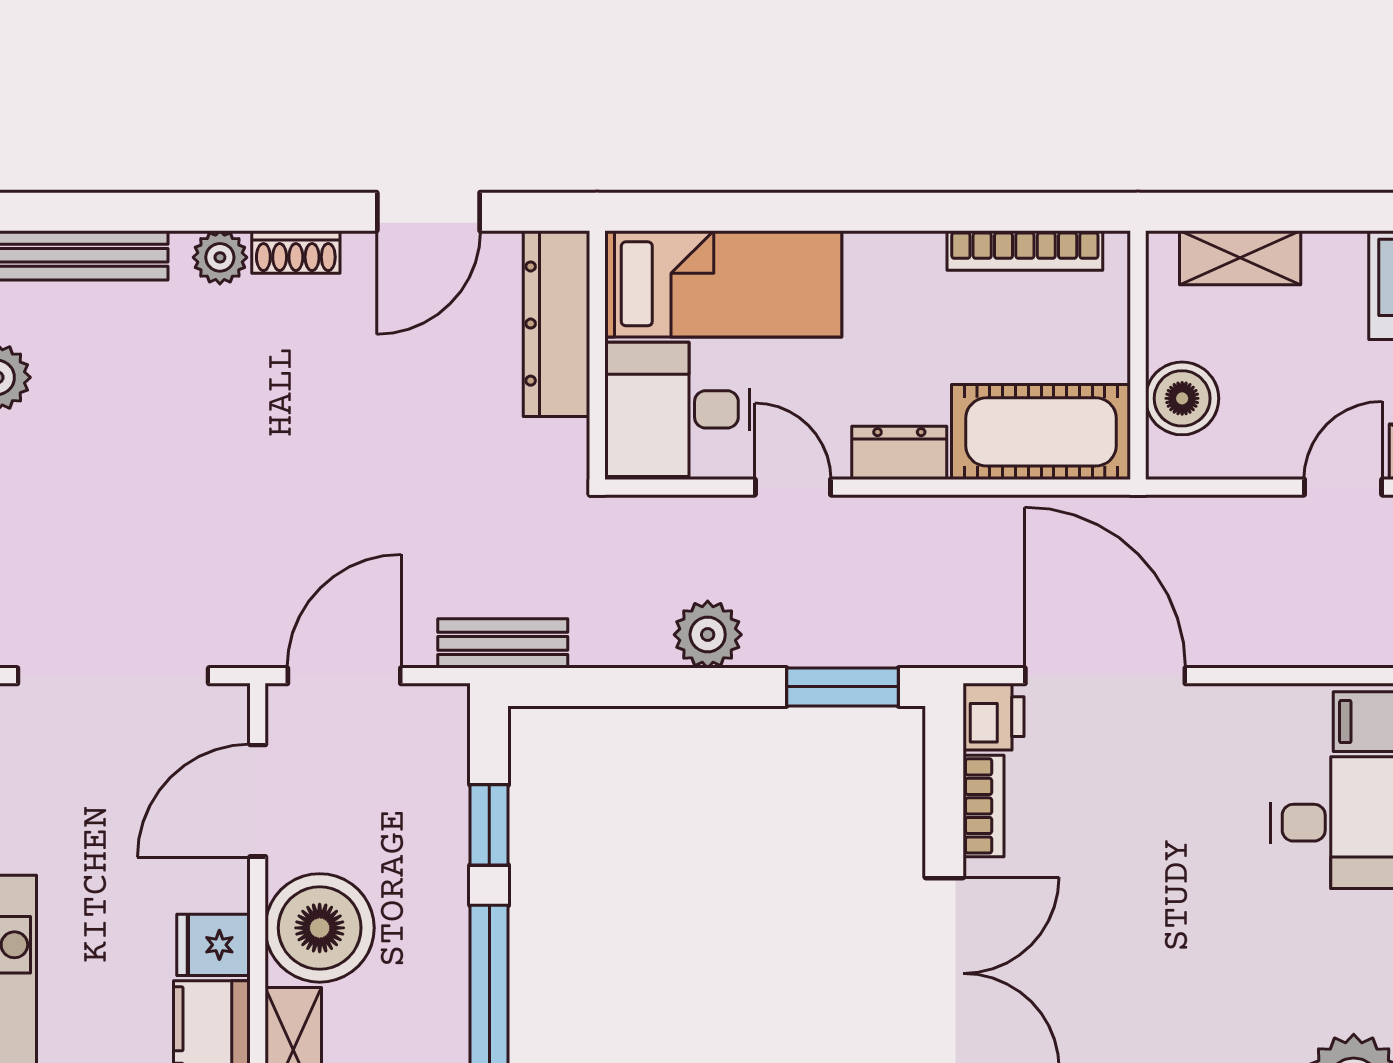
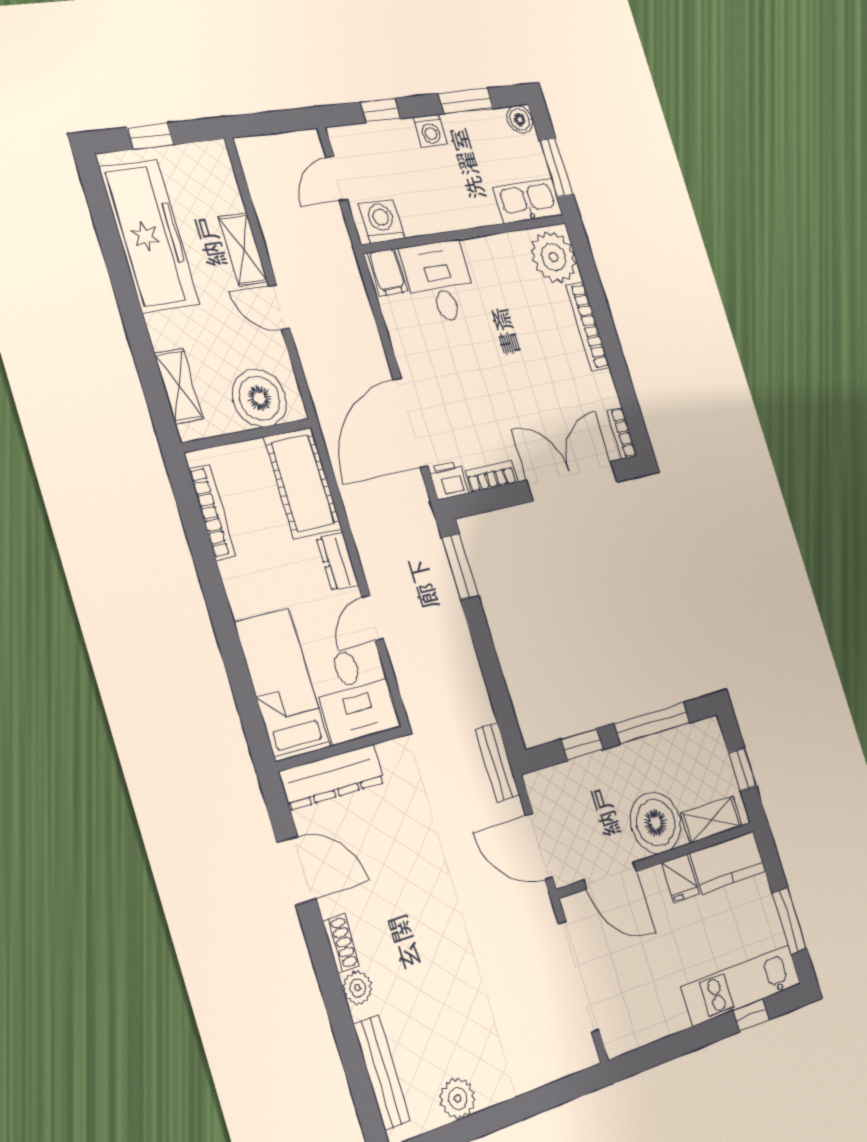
boiler: (1182, 398) -> (260, 398), width x1.37, depth x1.37
plant: (708, 635) -> (458, 648), removed

